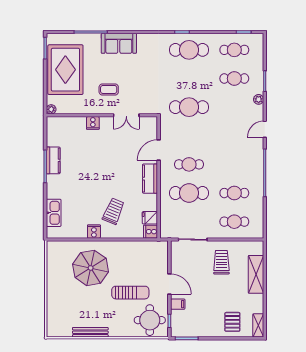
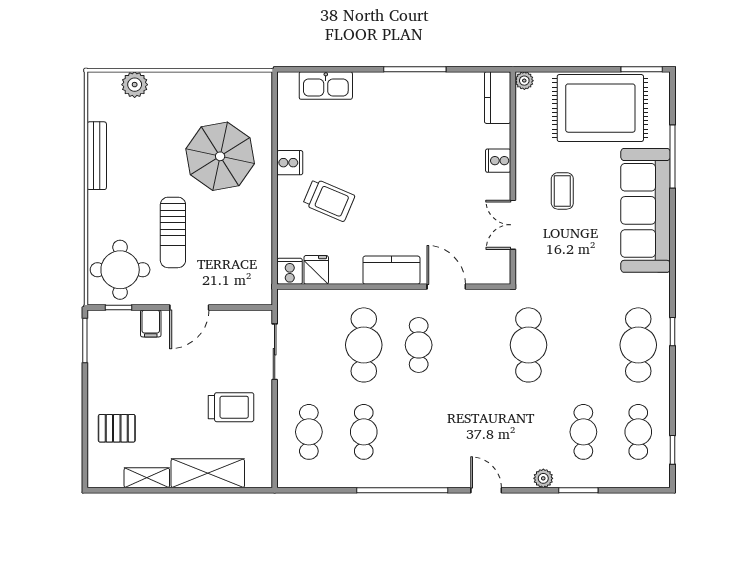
sofa: (119, 43) -> (646, 210), width x1.85, depth x1.27
kitchen counter: (53, 160) -> (498, 98), moved, turned 90
plant: (53, 312) -> (135, 85), added
shelving: (258, 325) -> (147, 478), moved

